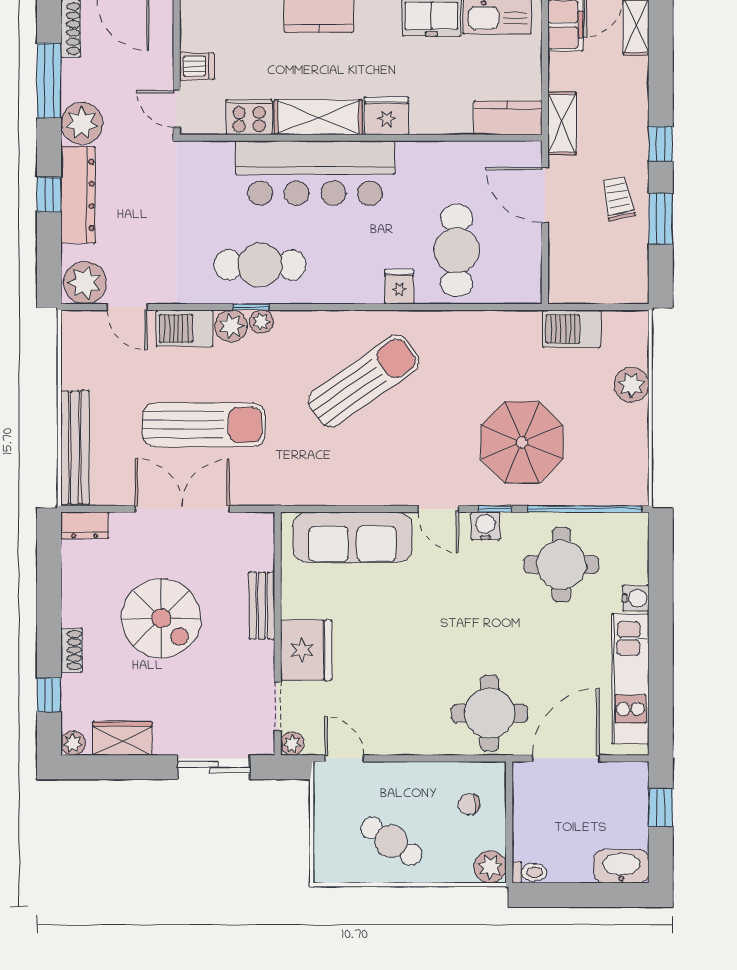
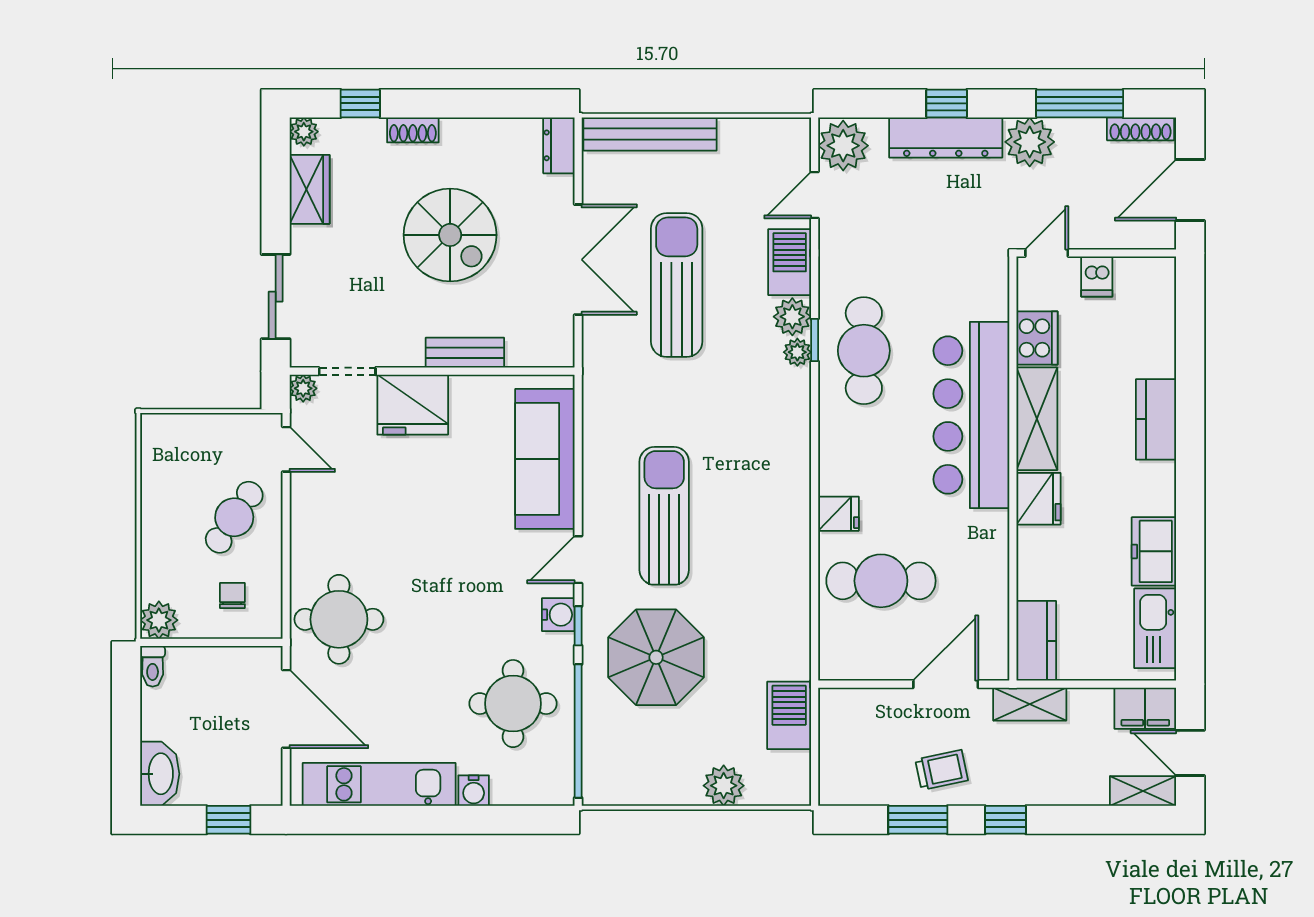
sun lounger: (364, 381) -> (664, 516), moved, turned -145
sun lounger: (204, 425) -> (677, 285), turned 180
spiral stairs: (161, 618) -> (450, 235), turned -90
door: (344, 758) -> (286, 449), hinge flipped
cafe table: (391, 841) -> (234, 517), moved

